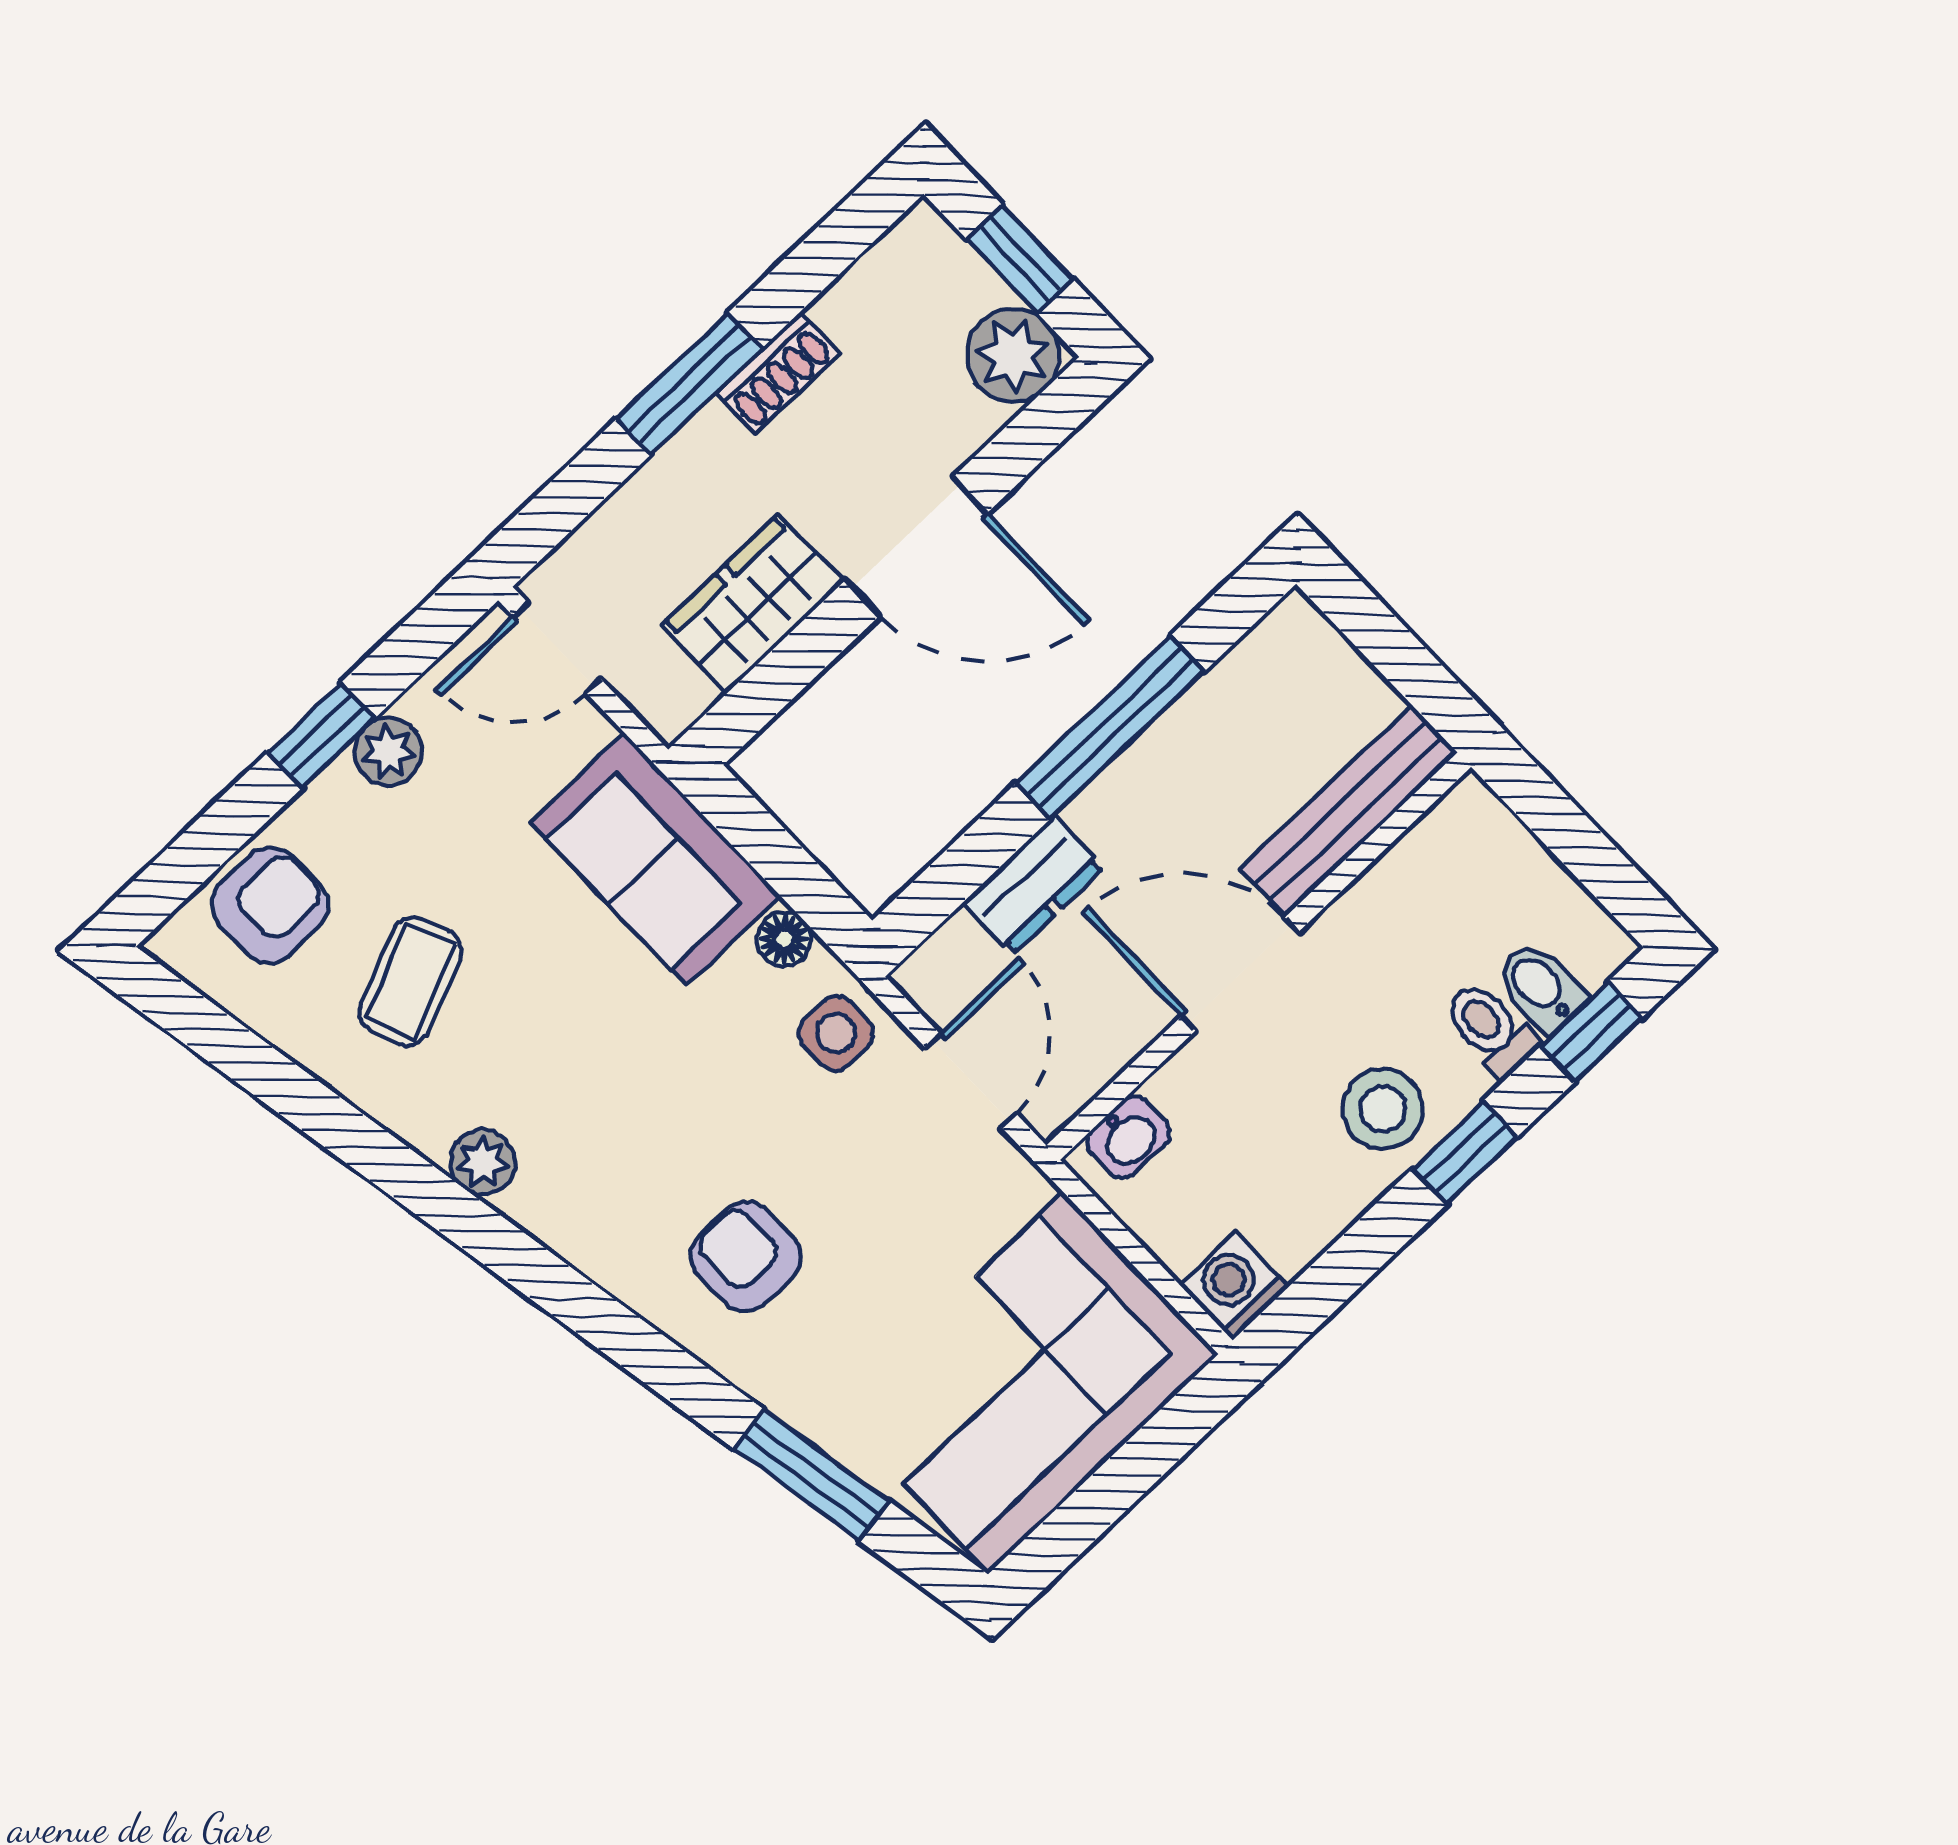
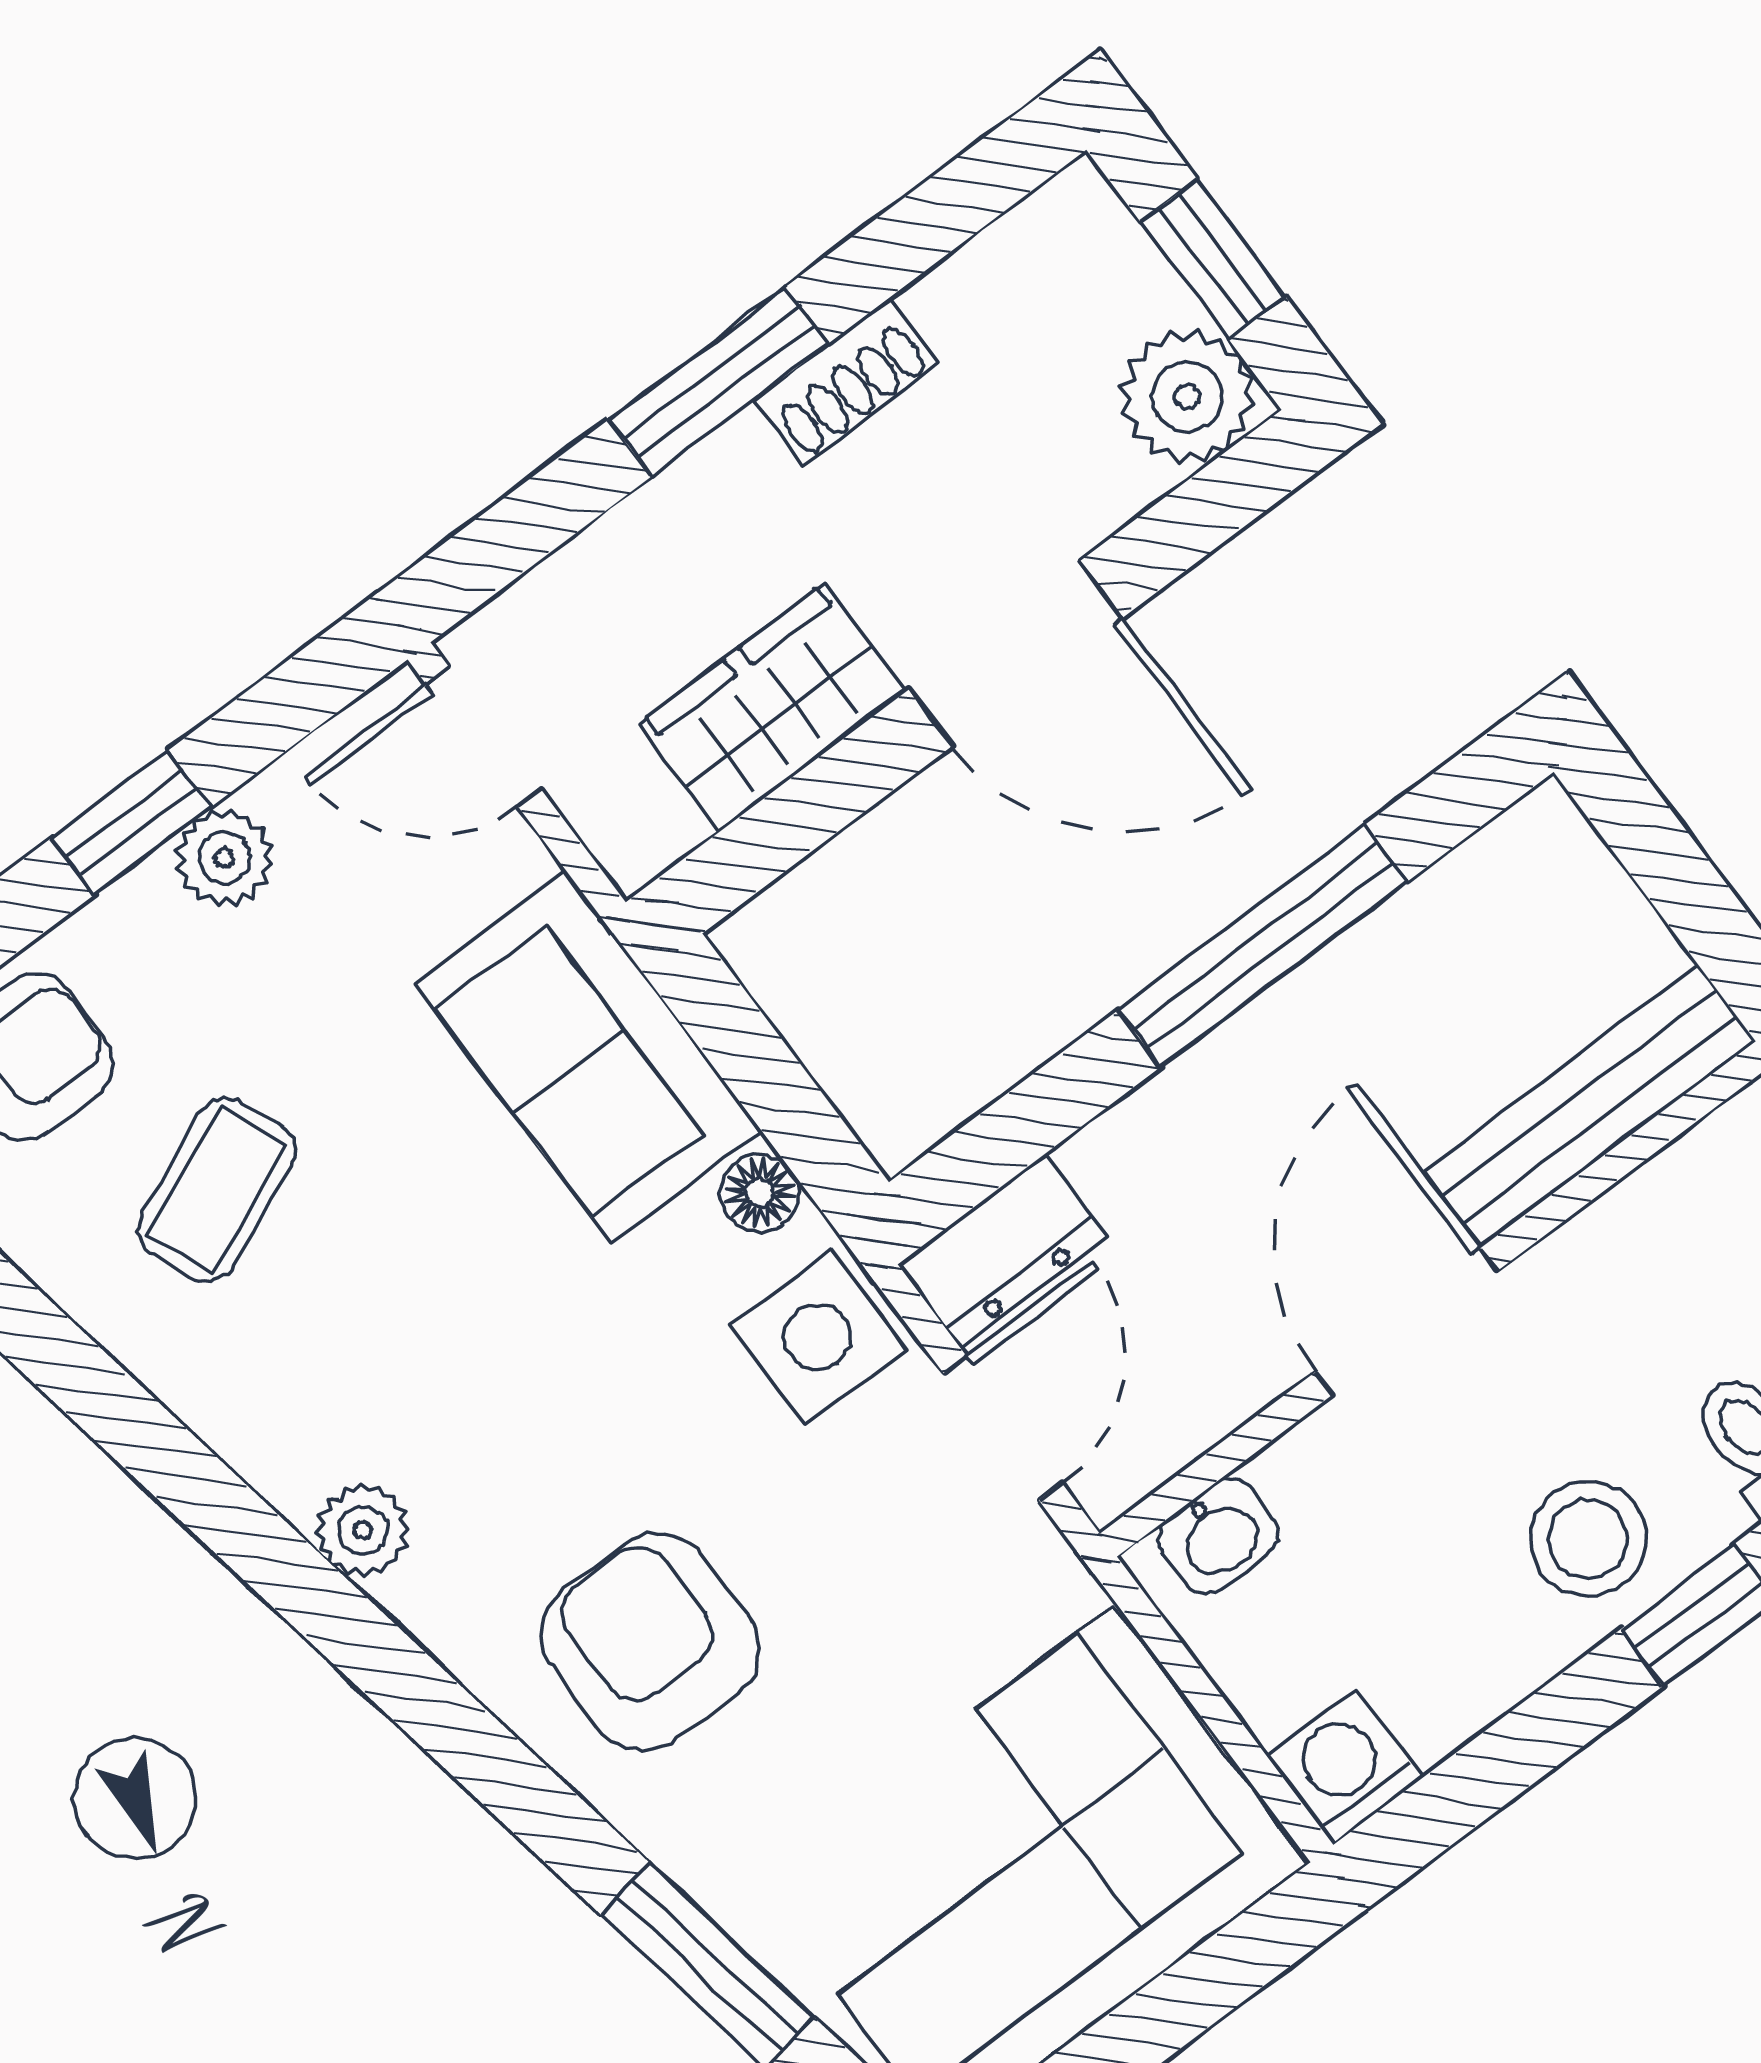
dresser: (1033, 885) -> (1003, 1250), moved
door: (1240, 974) -> (1407, 1321), hinge flipped
side table: (836, 1033) -> (818, 1337), width x1.37, depth x1.37
plant: (483, 1162) -> (363, 1530), moved
armchair: (746, 1257) -> (650, 1642), width x1.38, depth x1.38

